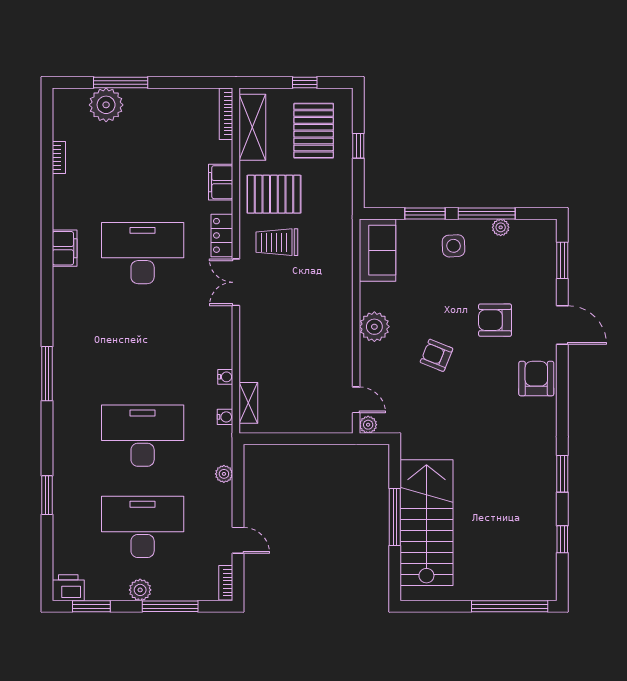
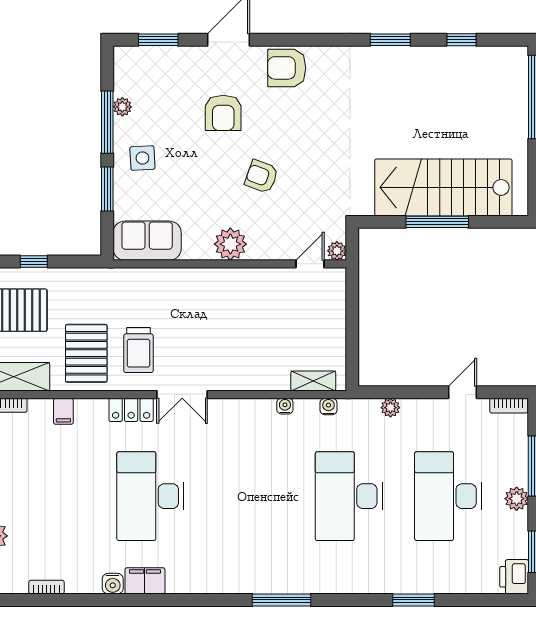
filing cabinet: (221, 182) -> (63, 411), width x0.50
water cooler: (62, 219) -> (113, 584), added
armchair: (437, 355) -> (261, 176), turned 88

